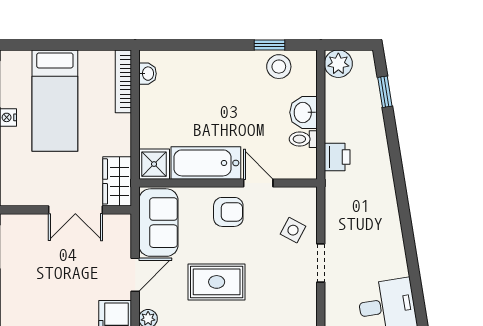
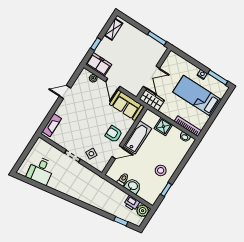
stool: (279, 67) -> (161, 170), moved
printer: (337, 157) -> (132, 203), moved
shower: (154, 164) -> (163, 127), moved
double door: (75, 210) -> (151, 77), swing flipped
armchair: (228, 212) -> (114, 134), turned 90
rug: (217, 282) -> (90, 113), removed

